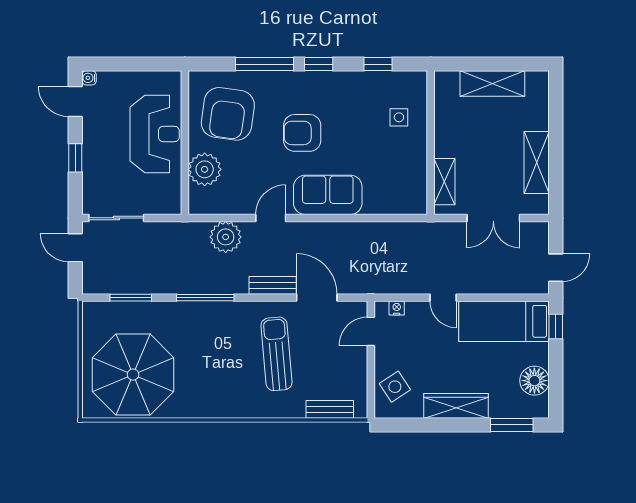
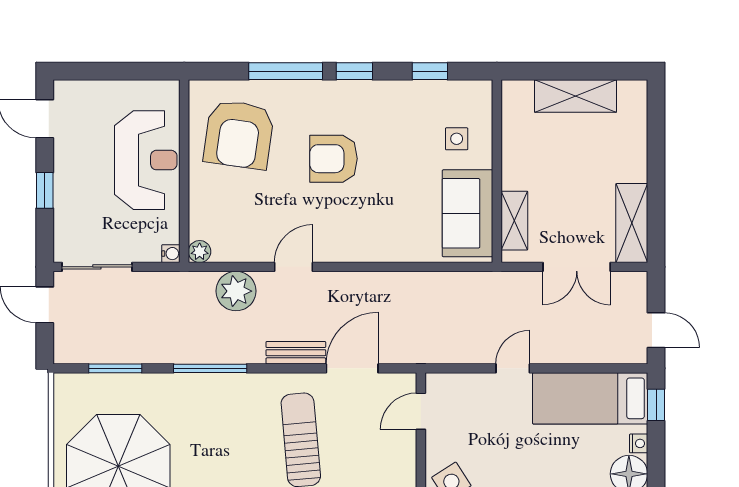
water cooler: (89, 78) -> (171, 254), moved, turned 180
shelving: (537, 162) -> (632, 223), moved
plant: (205, 169) -> (200, 252), moved, width x0.53, depth x0.53
sofa: (328, 195) -> (467, 213), moved, turned -90
door: (556, 268) -> (656, 330), hinge flipped
door: (317, 298) -> (352, 368), hinge flipped
door: (443, 298) -> (513, 368), swing flipped
nightstand: (397, 308) -> (639, 443), moved, turned 90

